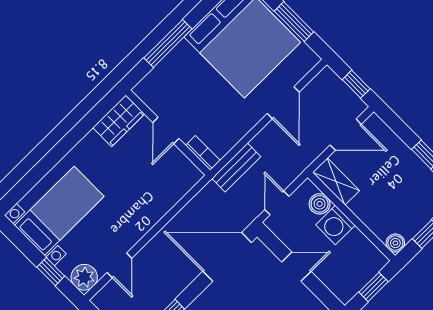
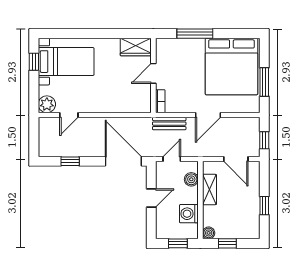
door: (283, 103) -> (208, 115), moved
shelving: (336, 181) -> (209, 189), moved
washing machine: (335, 225) -> (189, 214), moved
door: (296, 267) -> (151, 198), hinge flipped
window: (51, 272) -> (34, 62), moved

